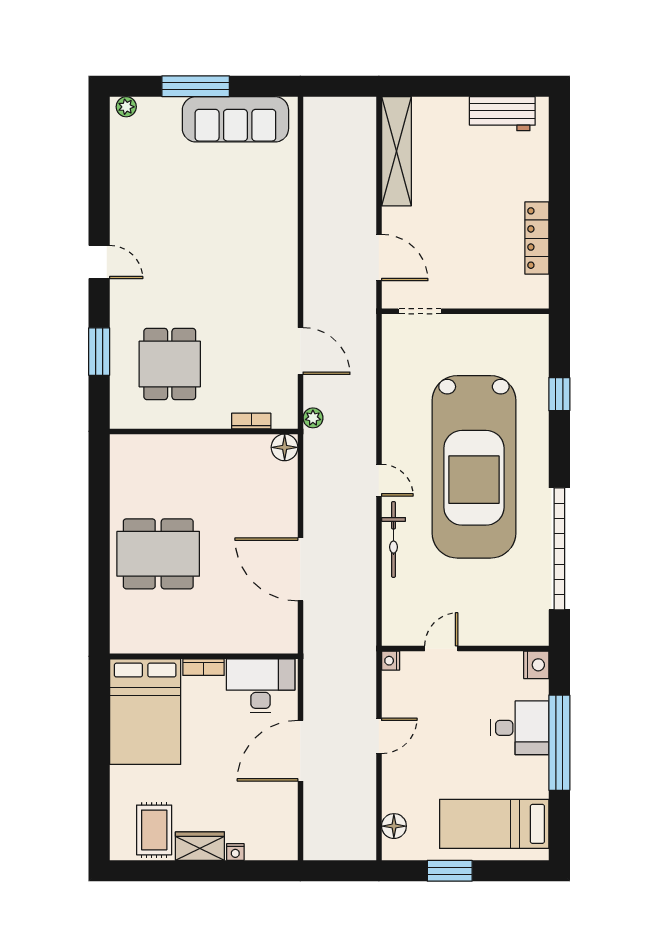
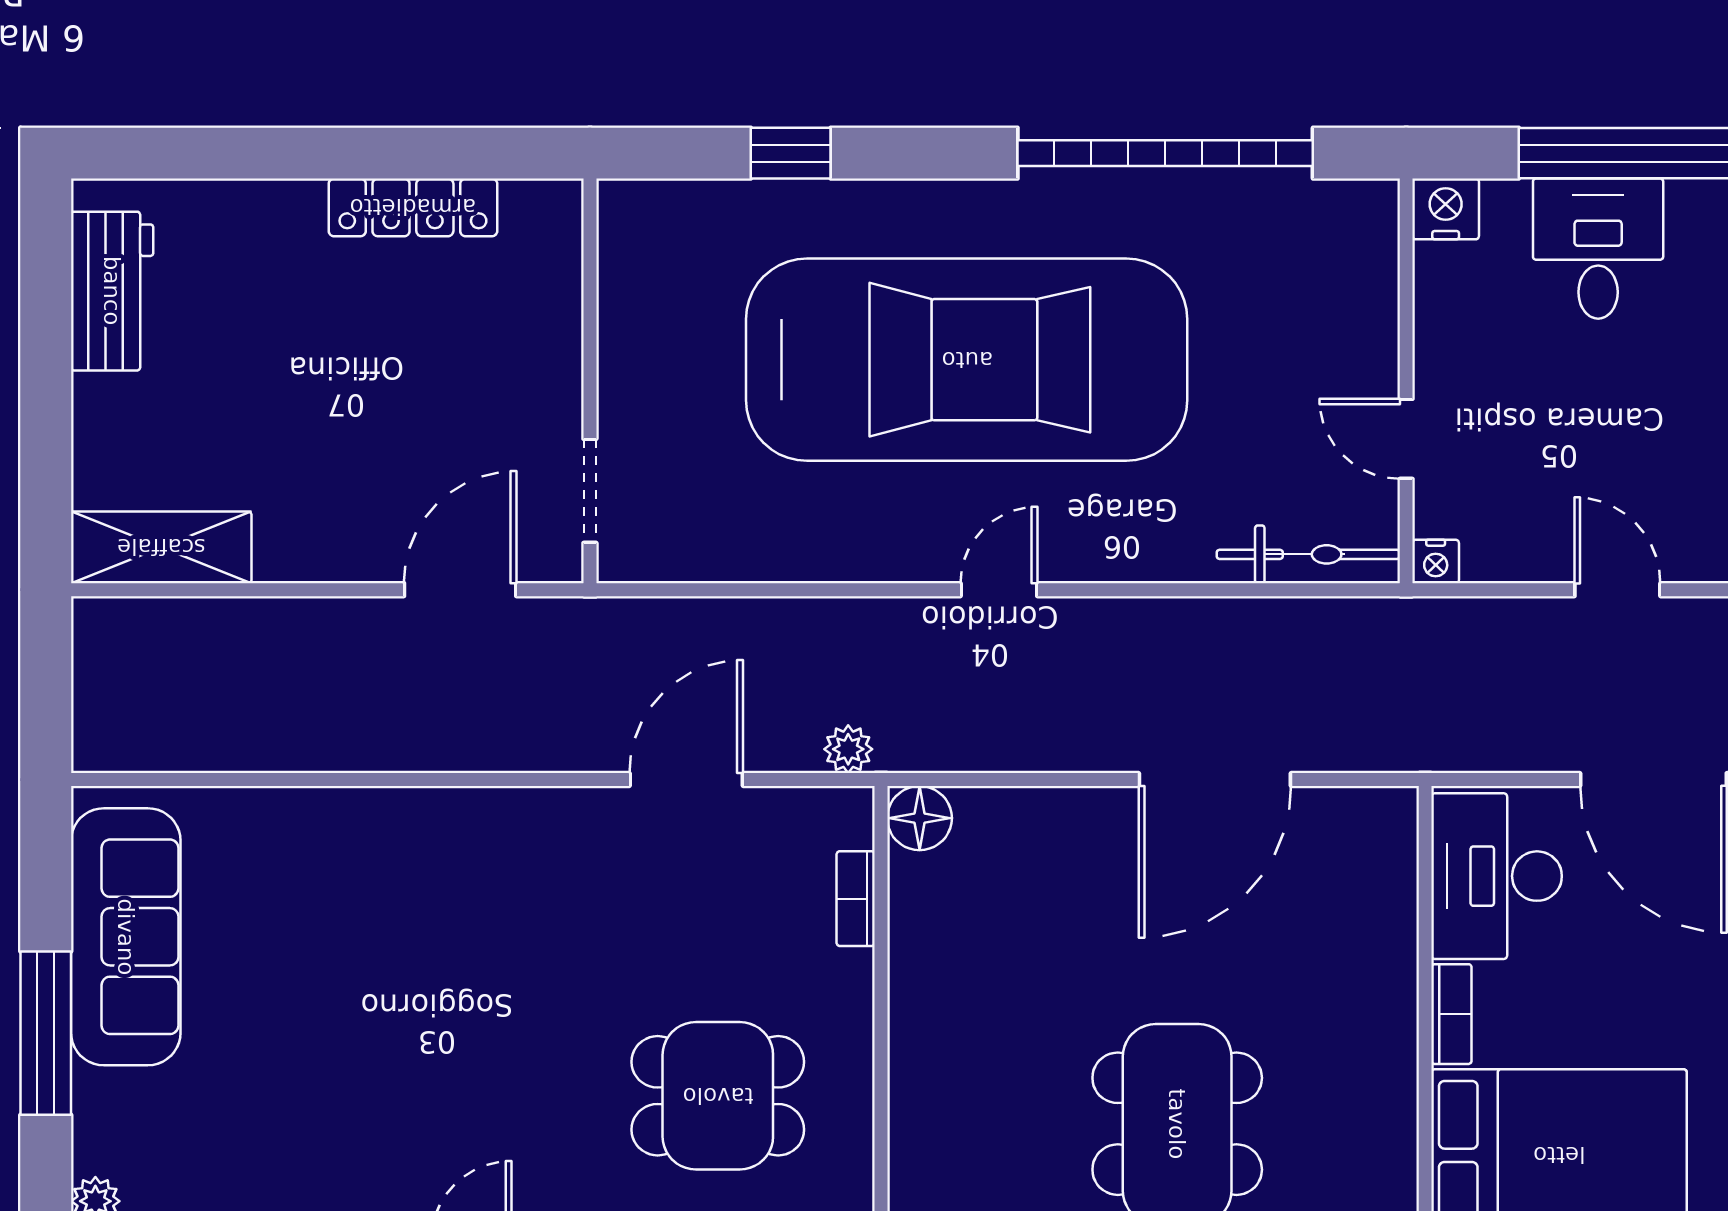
shelving: (396, 151) -> (161, 547), width x0.68
bicycle: (394, 539) -> (1308, 554), moved

